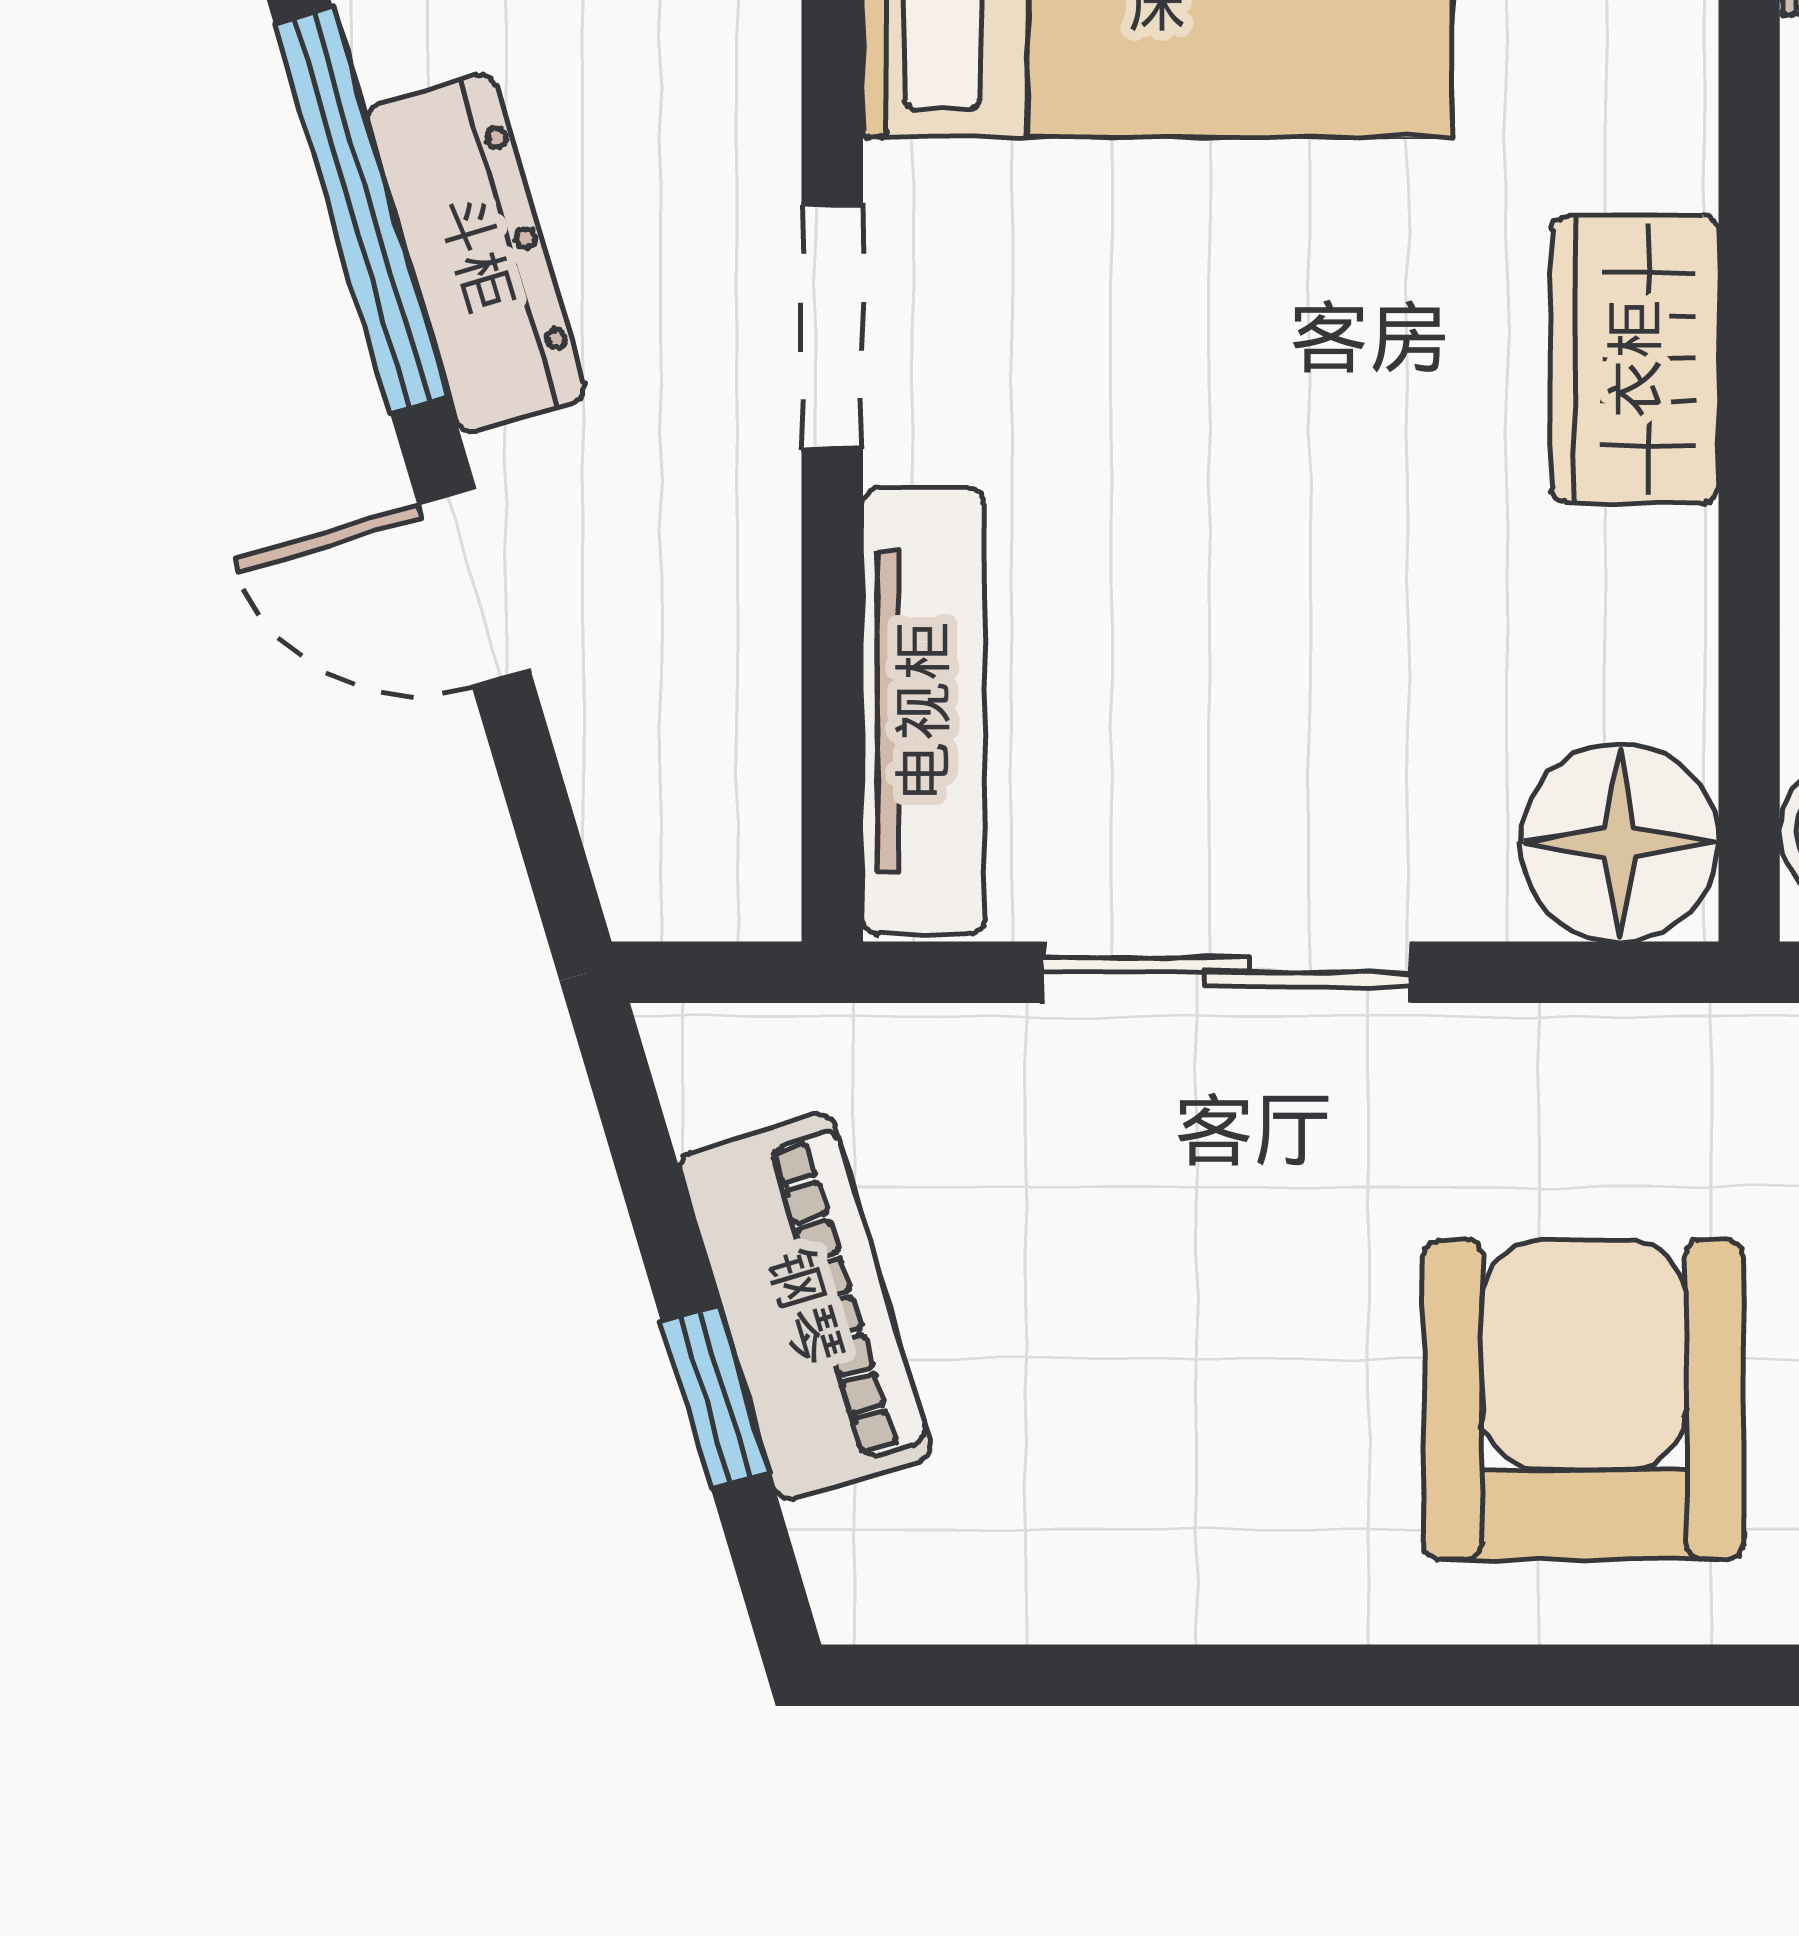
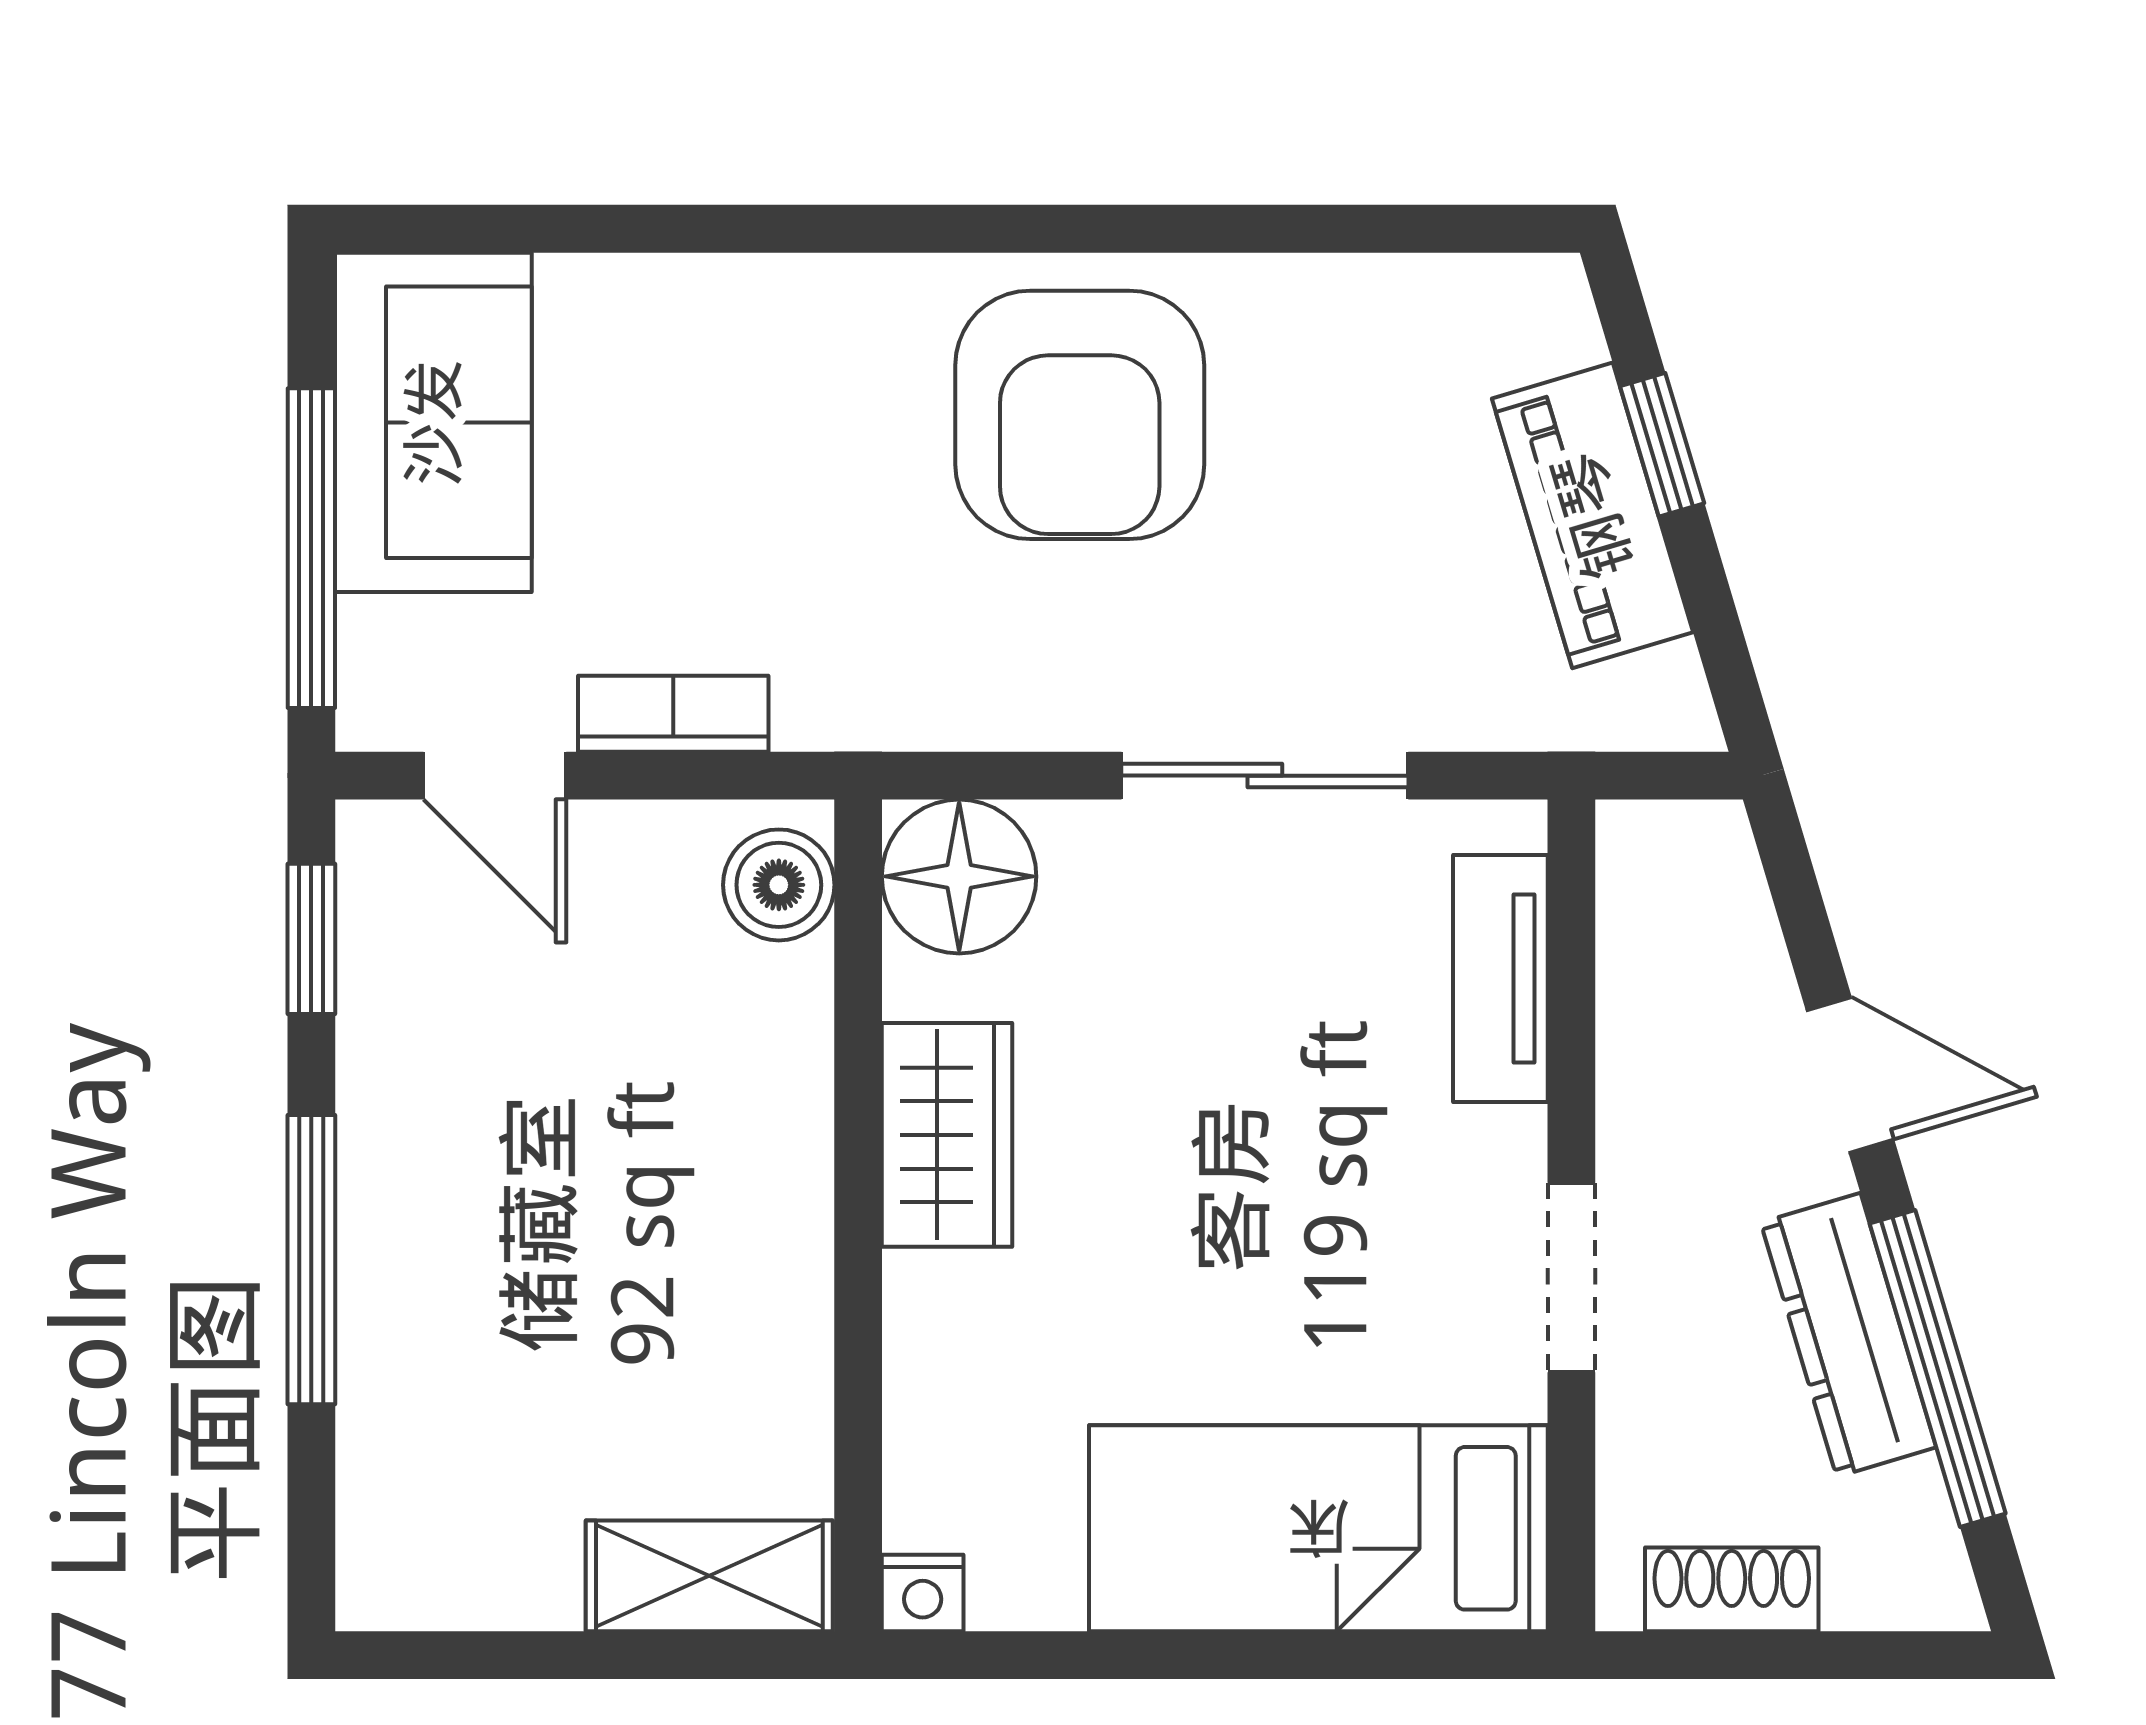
wardrobe: (1635, 359) -> (947, 1135), moved
tv unit: (923, 711) -> (1500, 979), width x0.71
armchair: (1584, 1399) -> (1080, 415), moved

